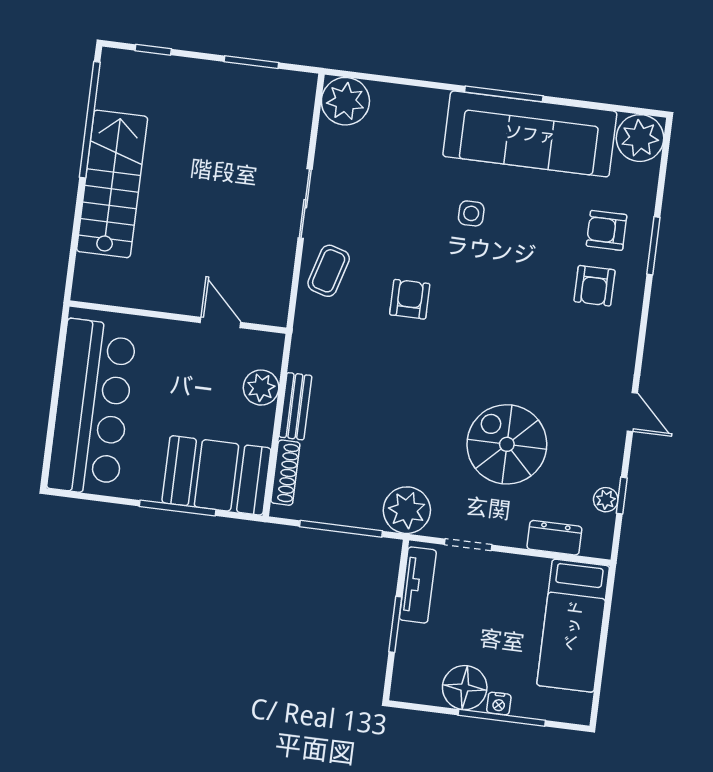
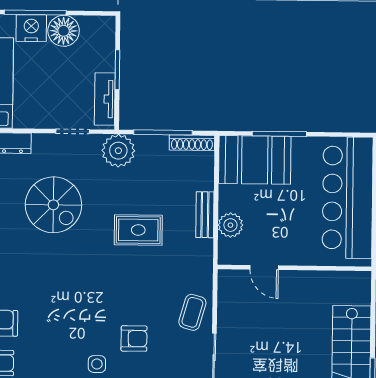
armchair: (410, 299) -> (134, 339), moved, turned -90
rug: (392, 395) -> (138, 230), added
shoe rack: (285, 473) -> (192, 143), moved, turned -90
nightstand: (499, 704) -> (31, 28), width x1.89, depth x1.79

